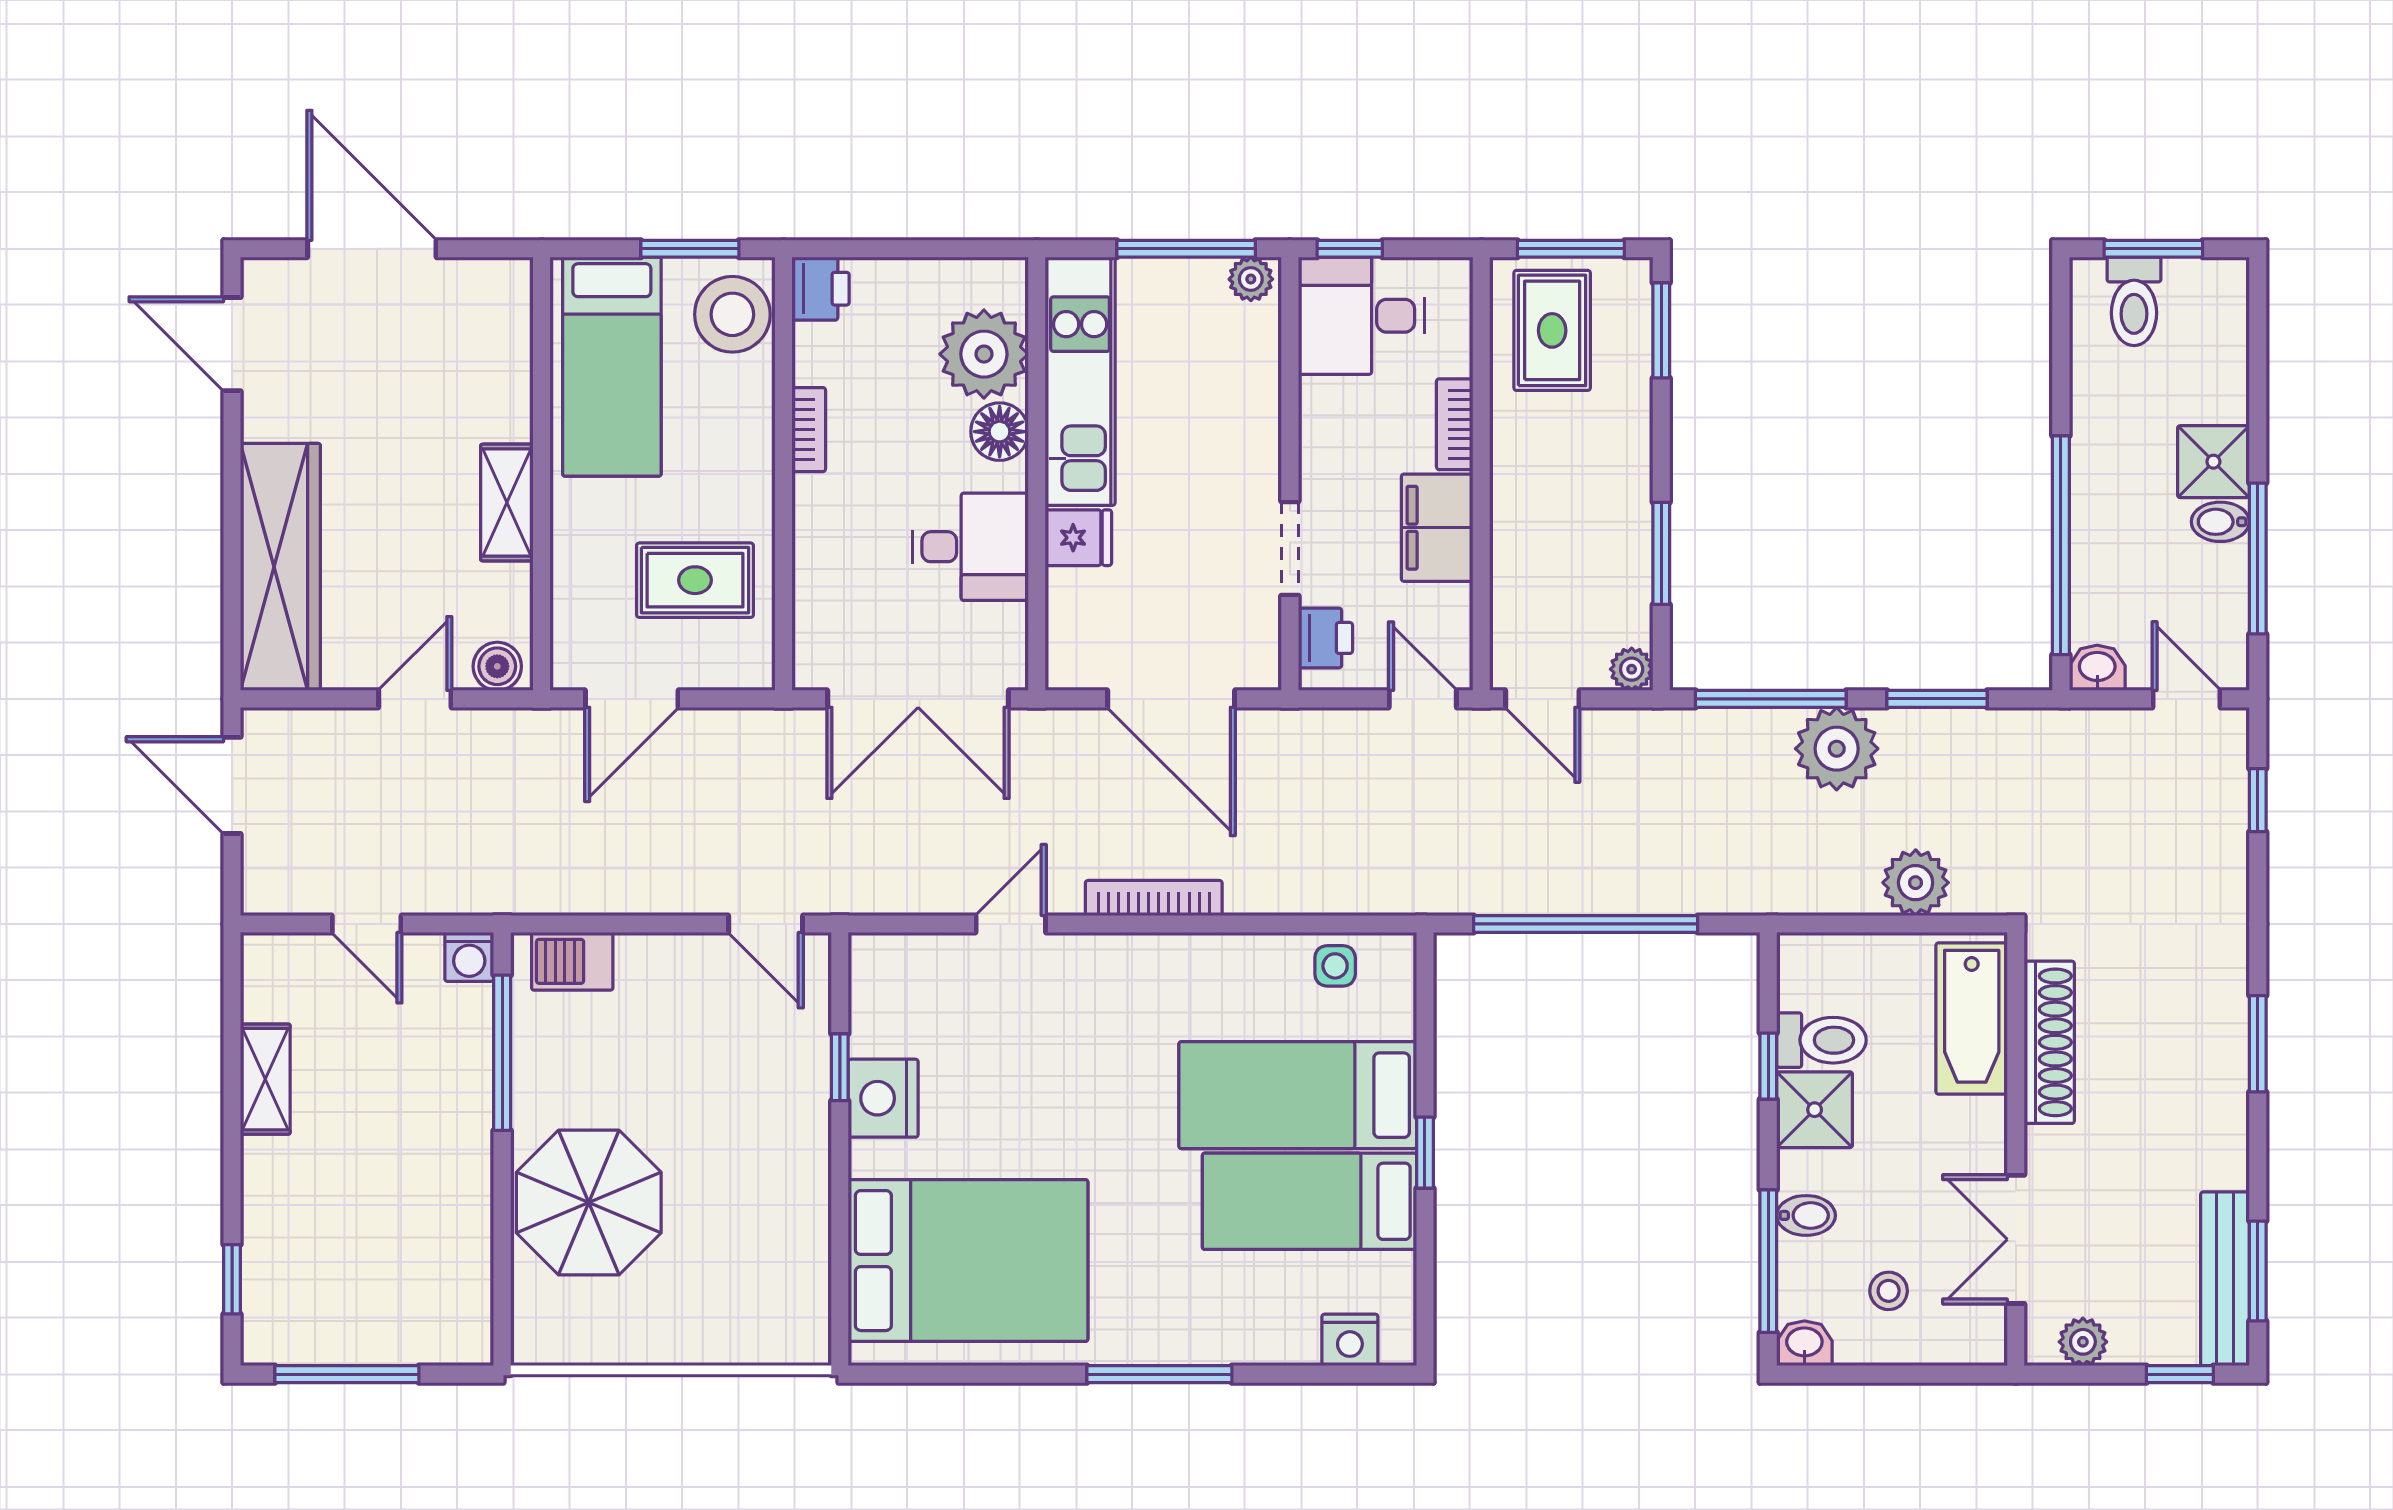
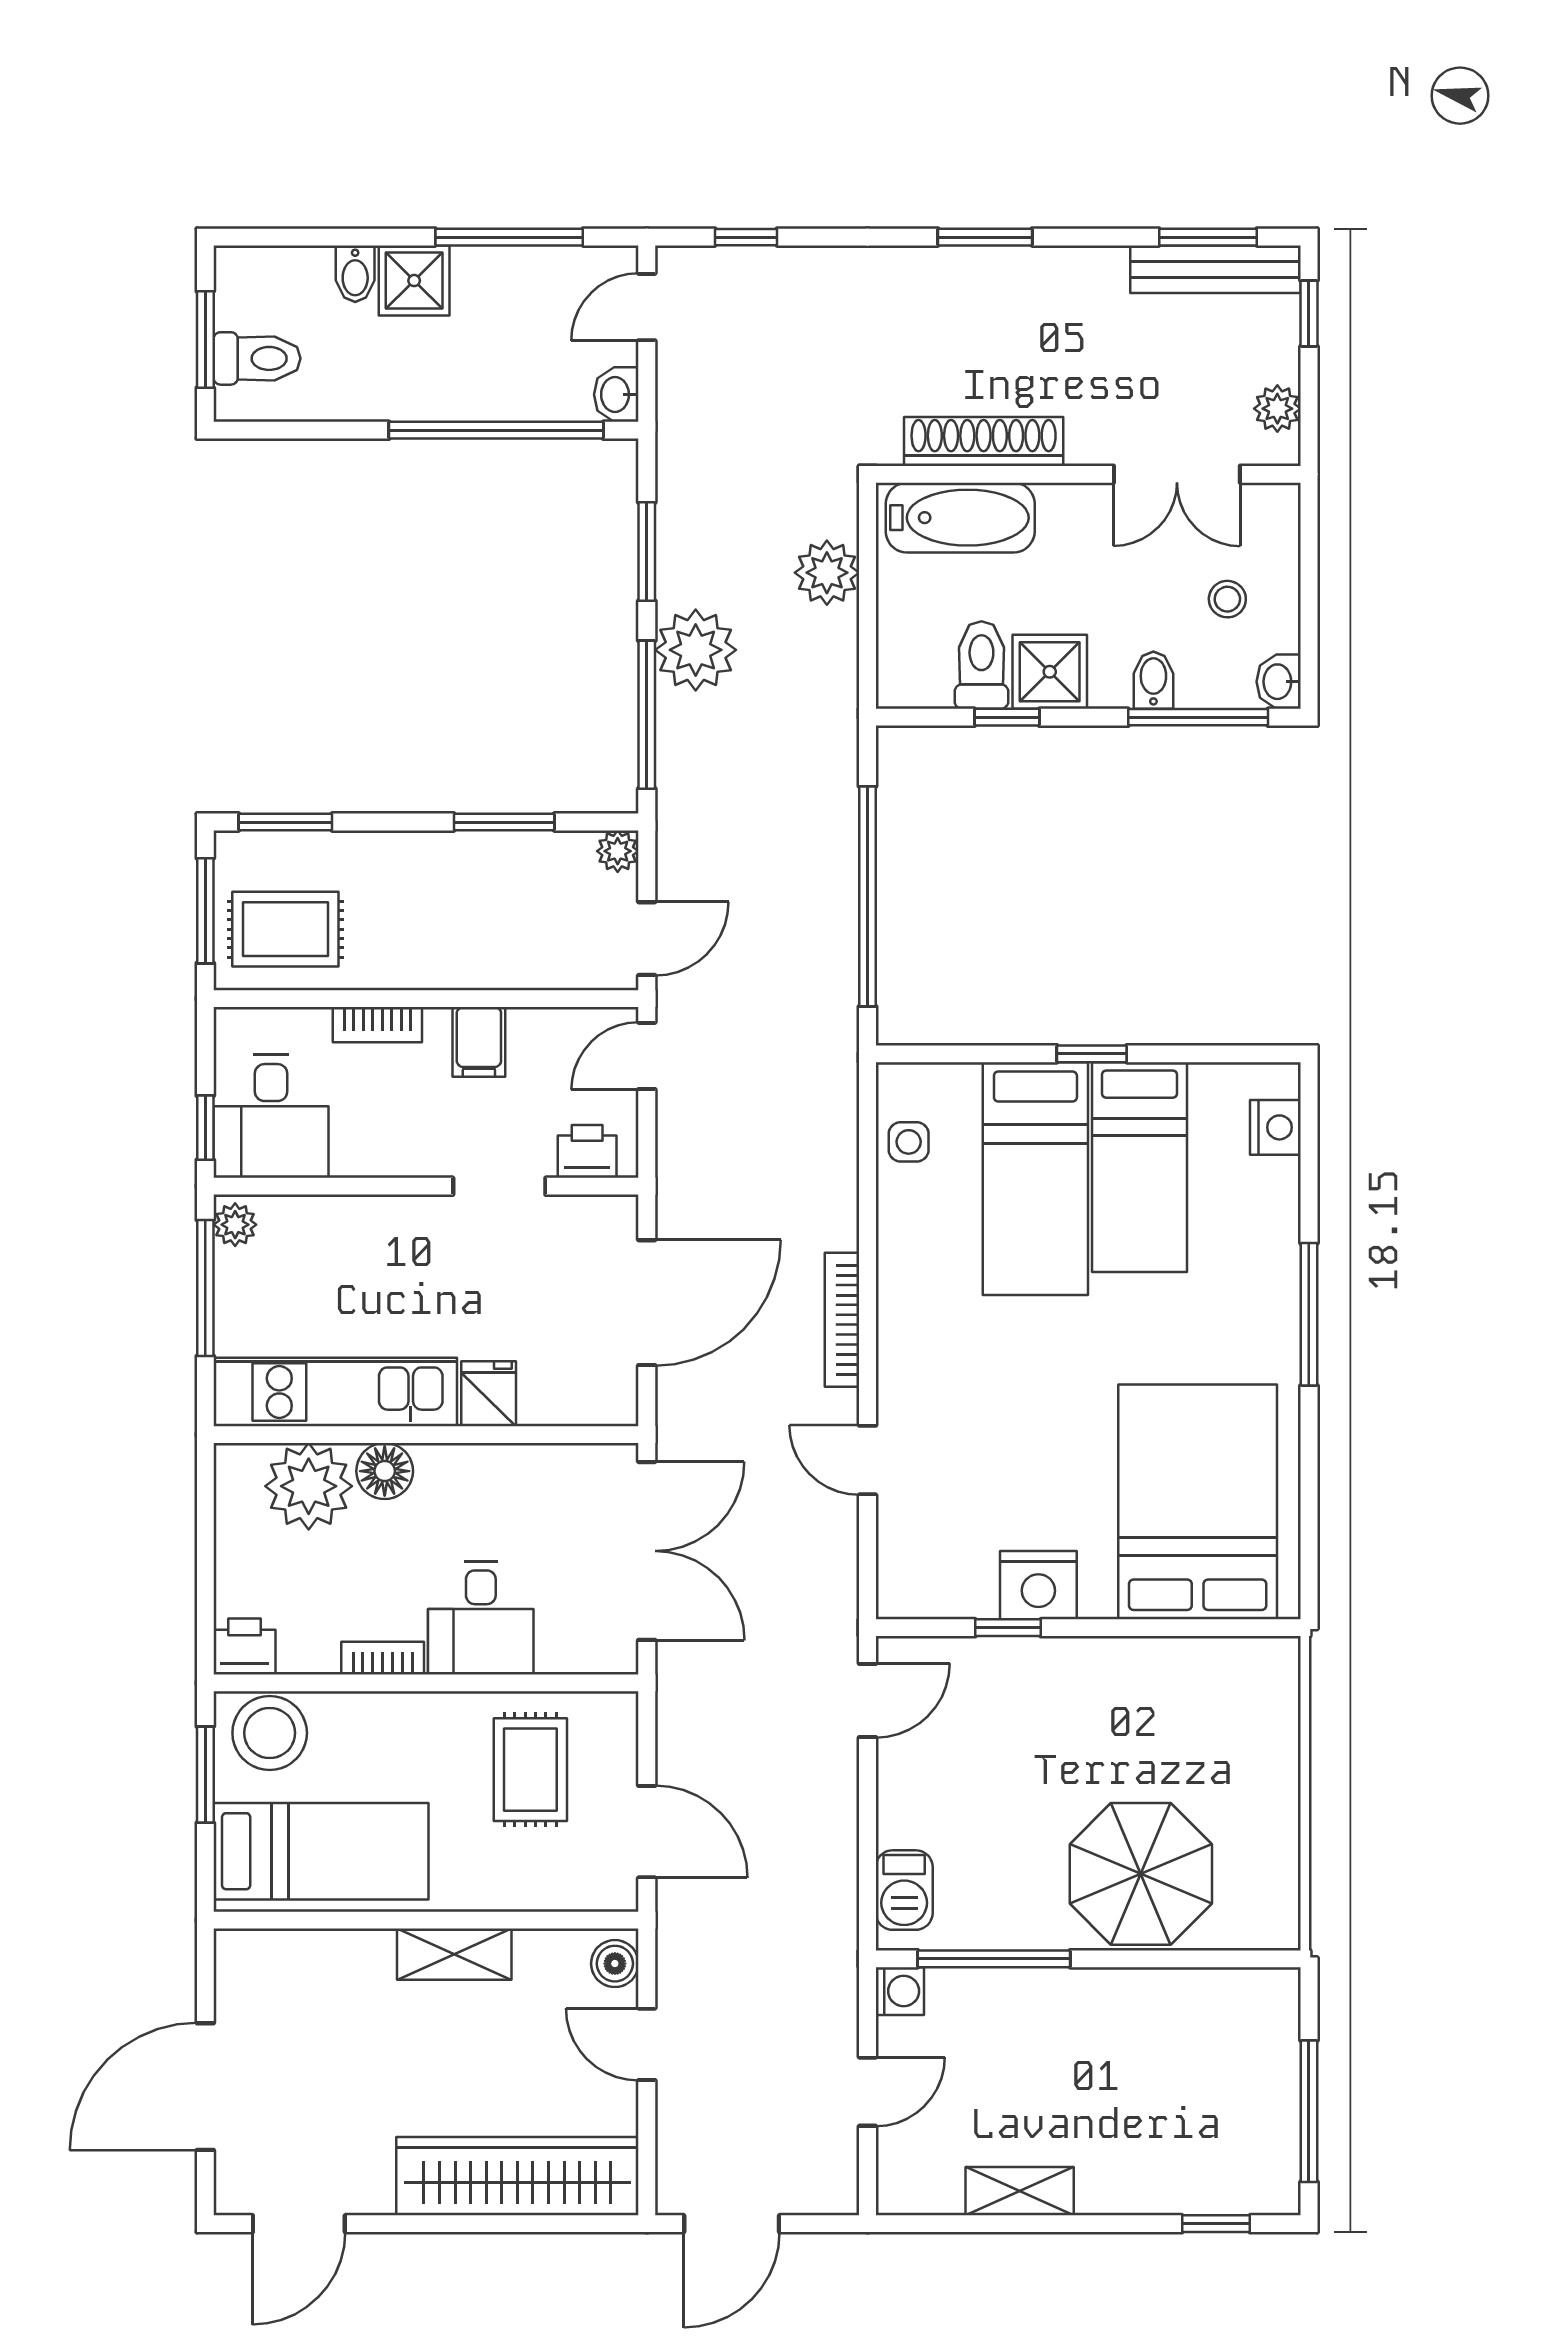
bidet: (2220, 522) -> (355, 274), moved
filing cabinet: (1437, 528) -> (479, 1042), width x0.50
desk: (970, 547) -> (481, 1618), moved, turned 180

